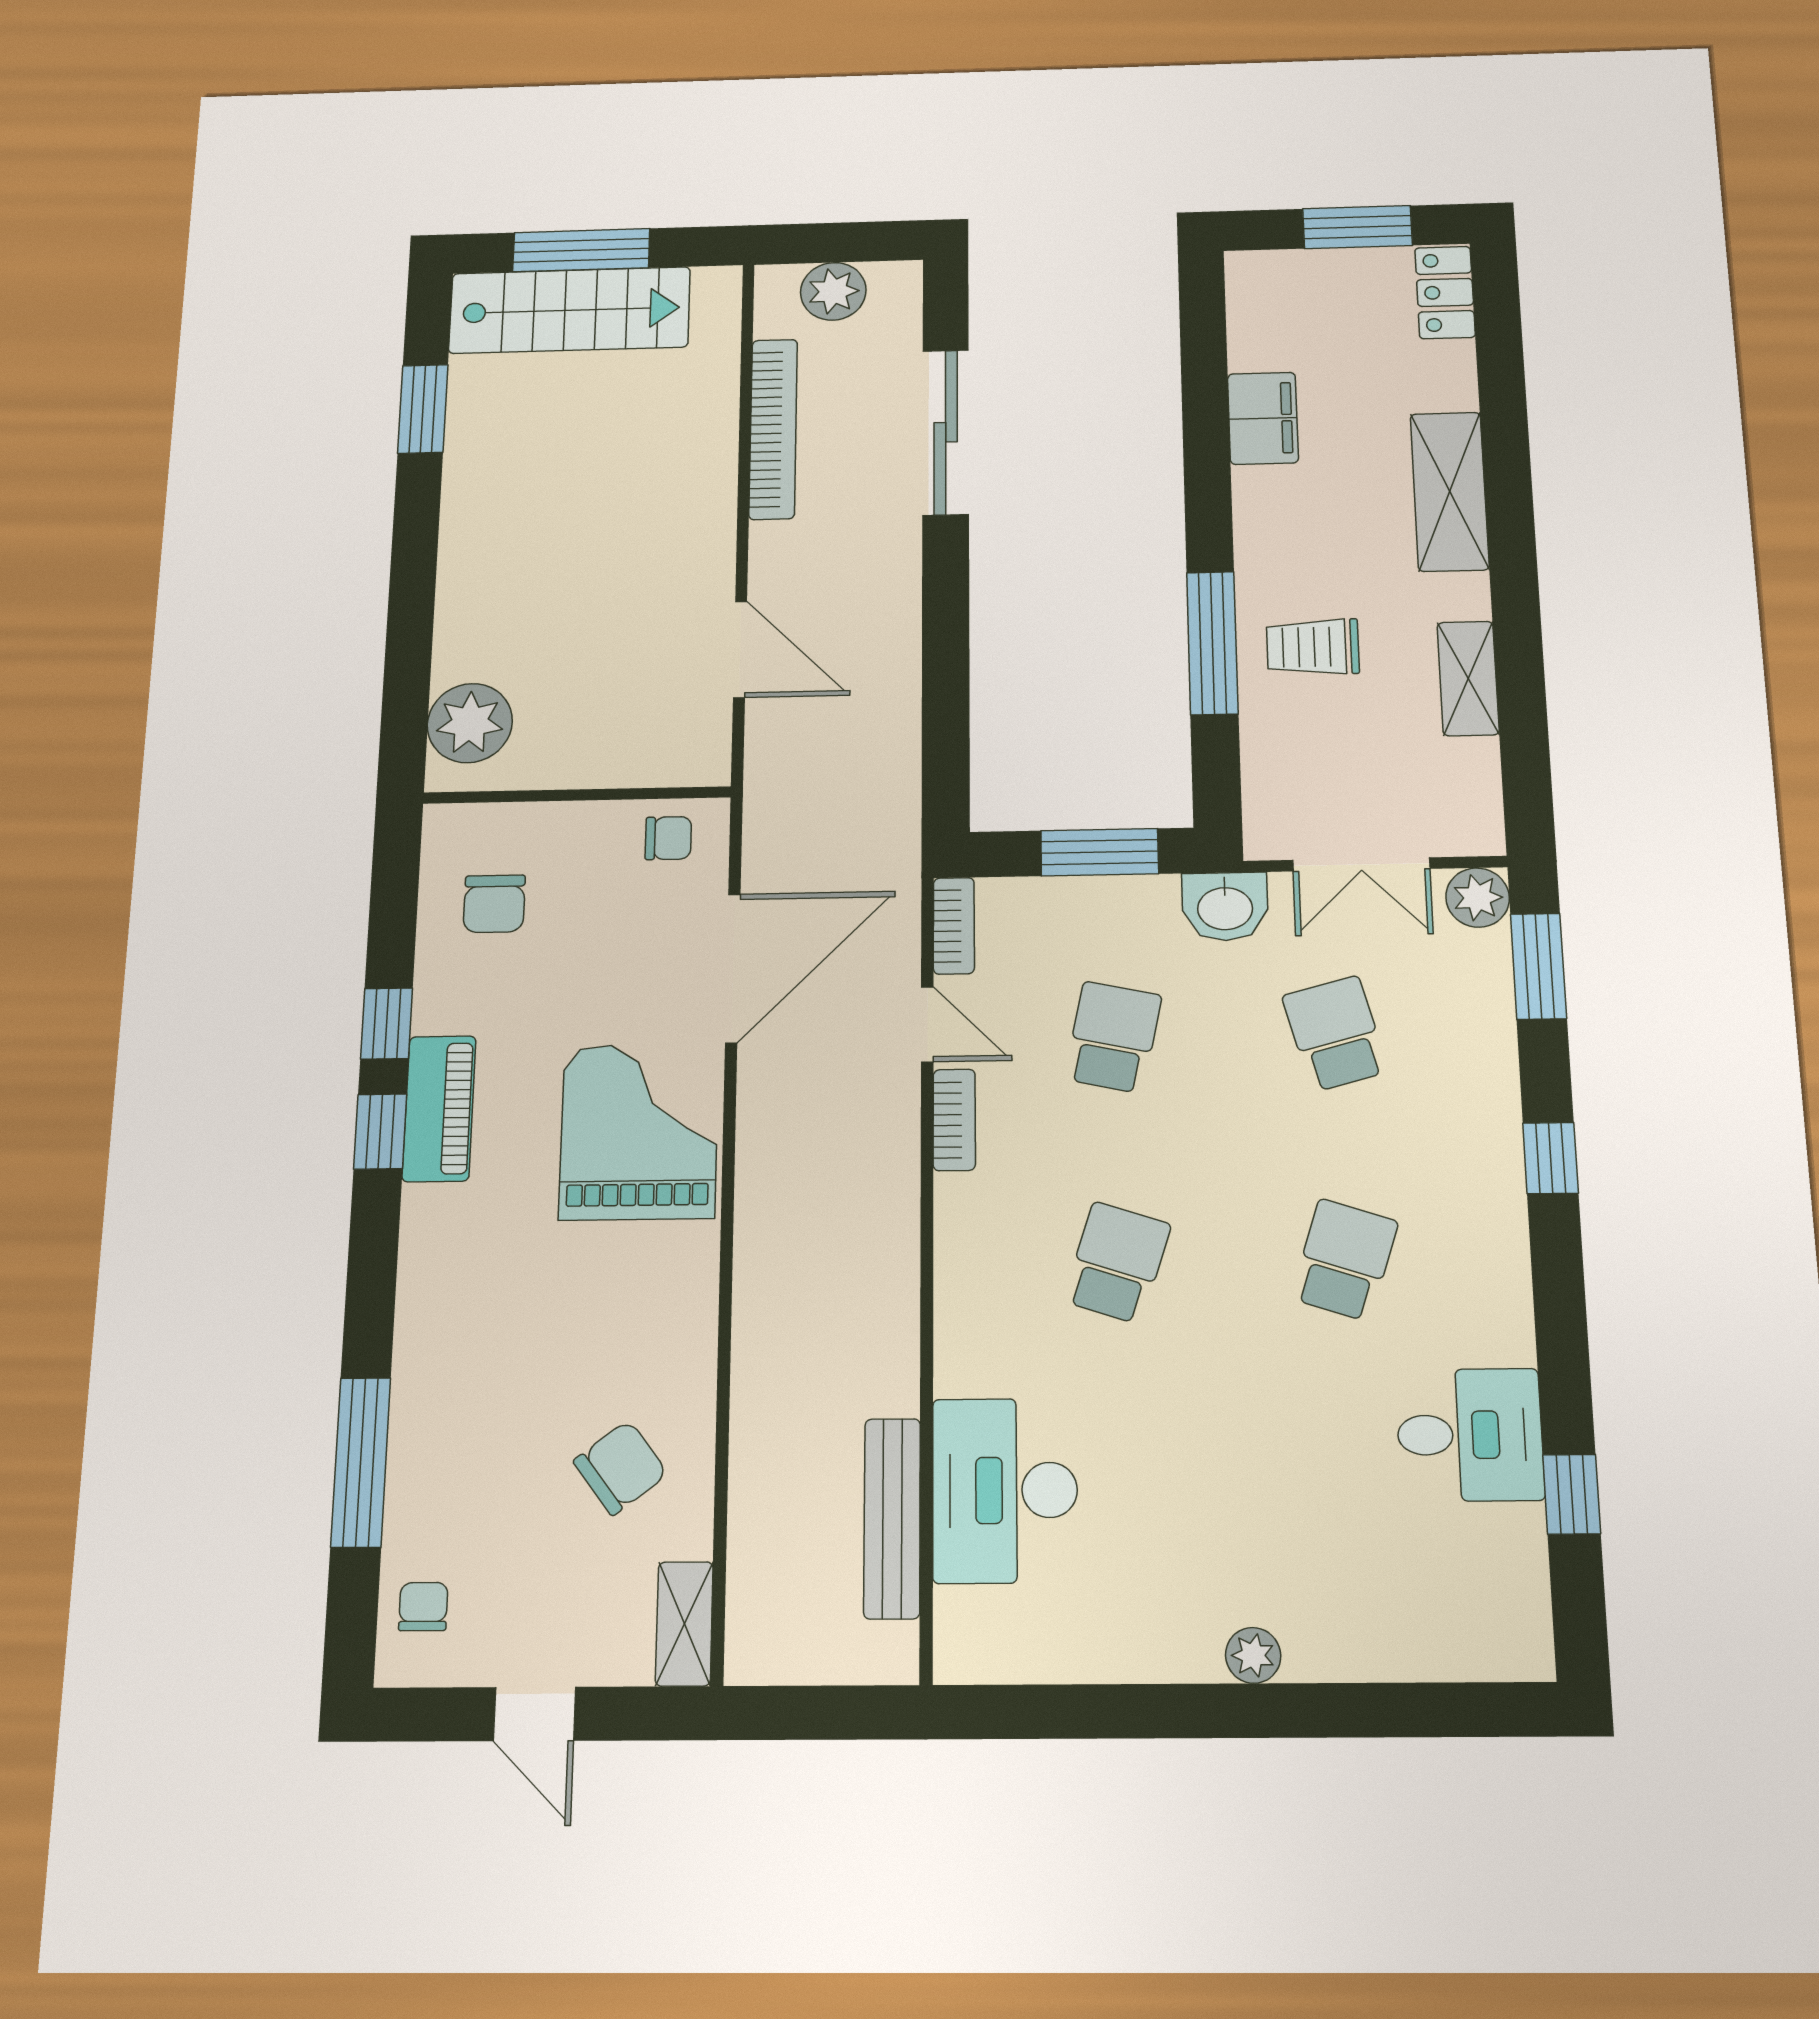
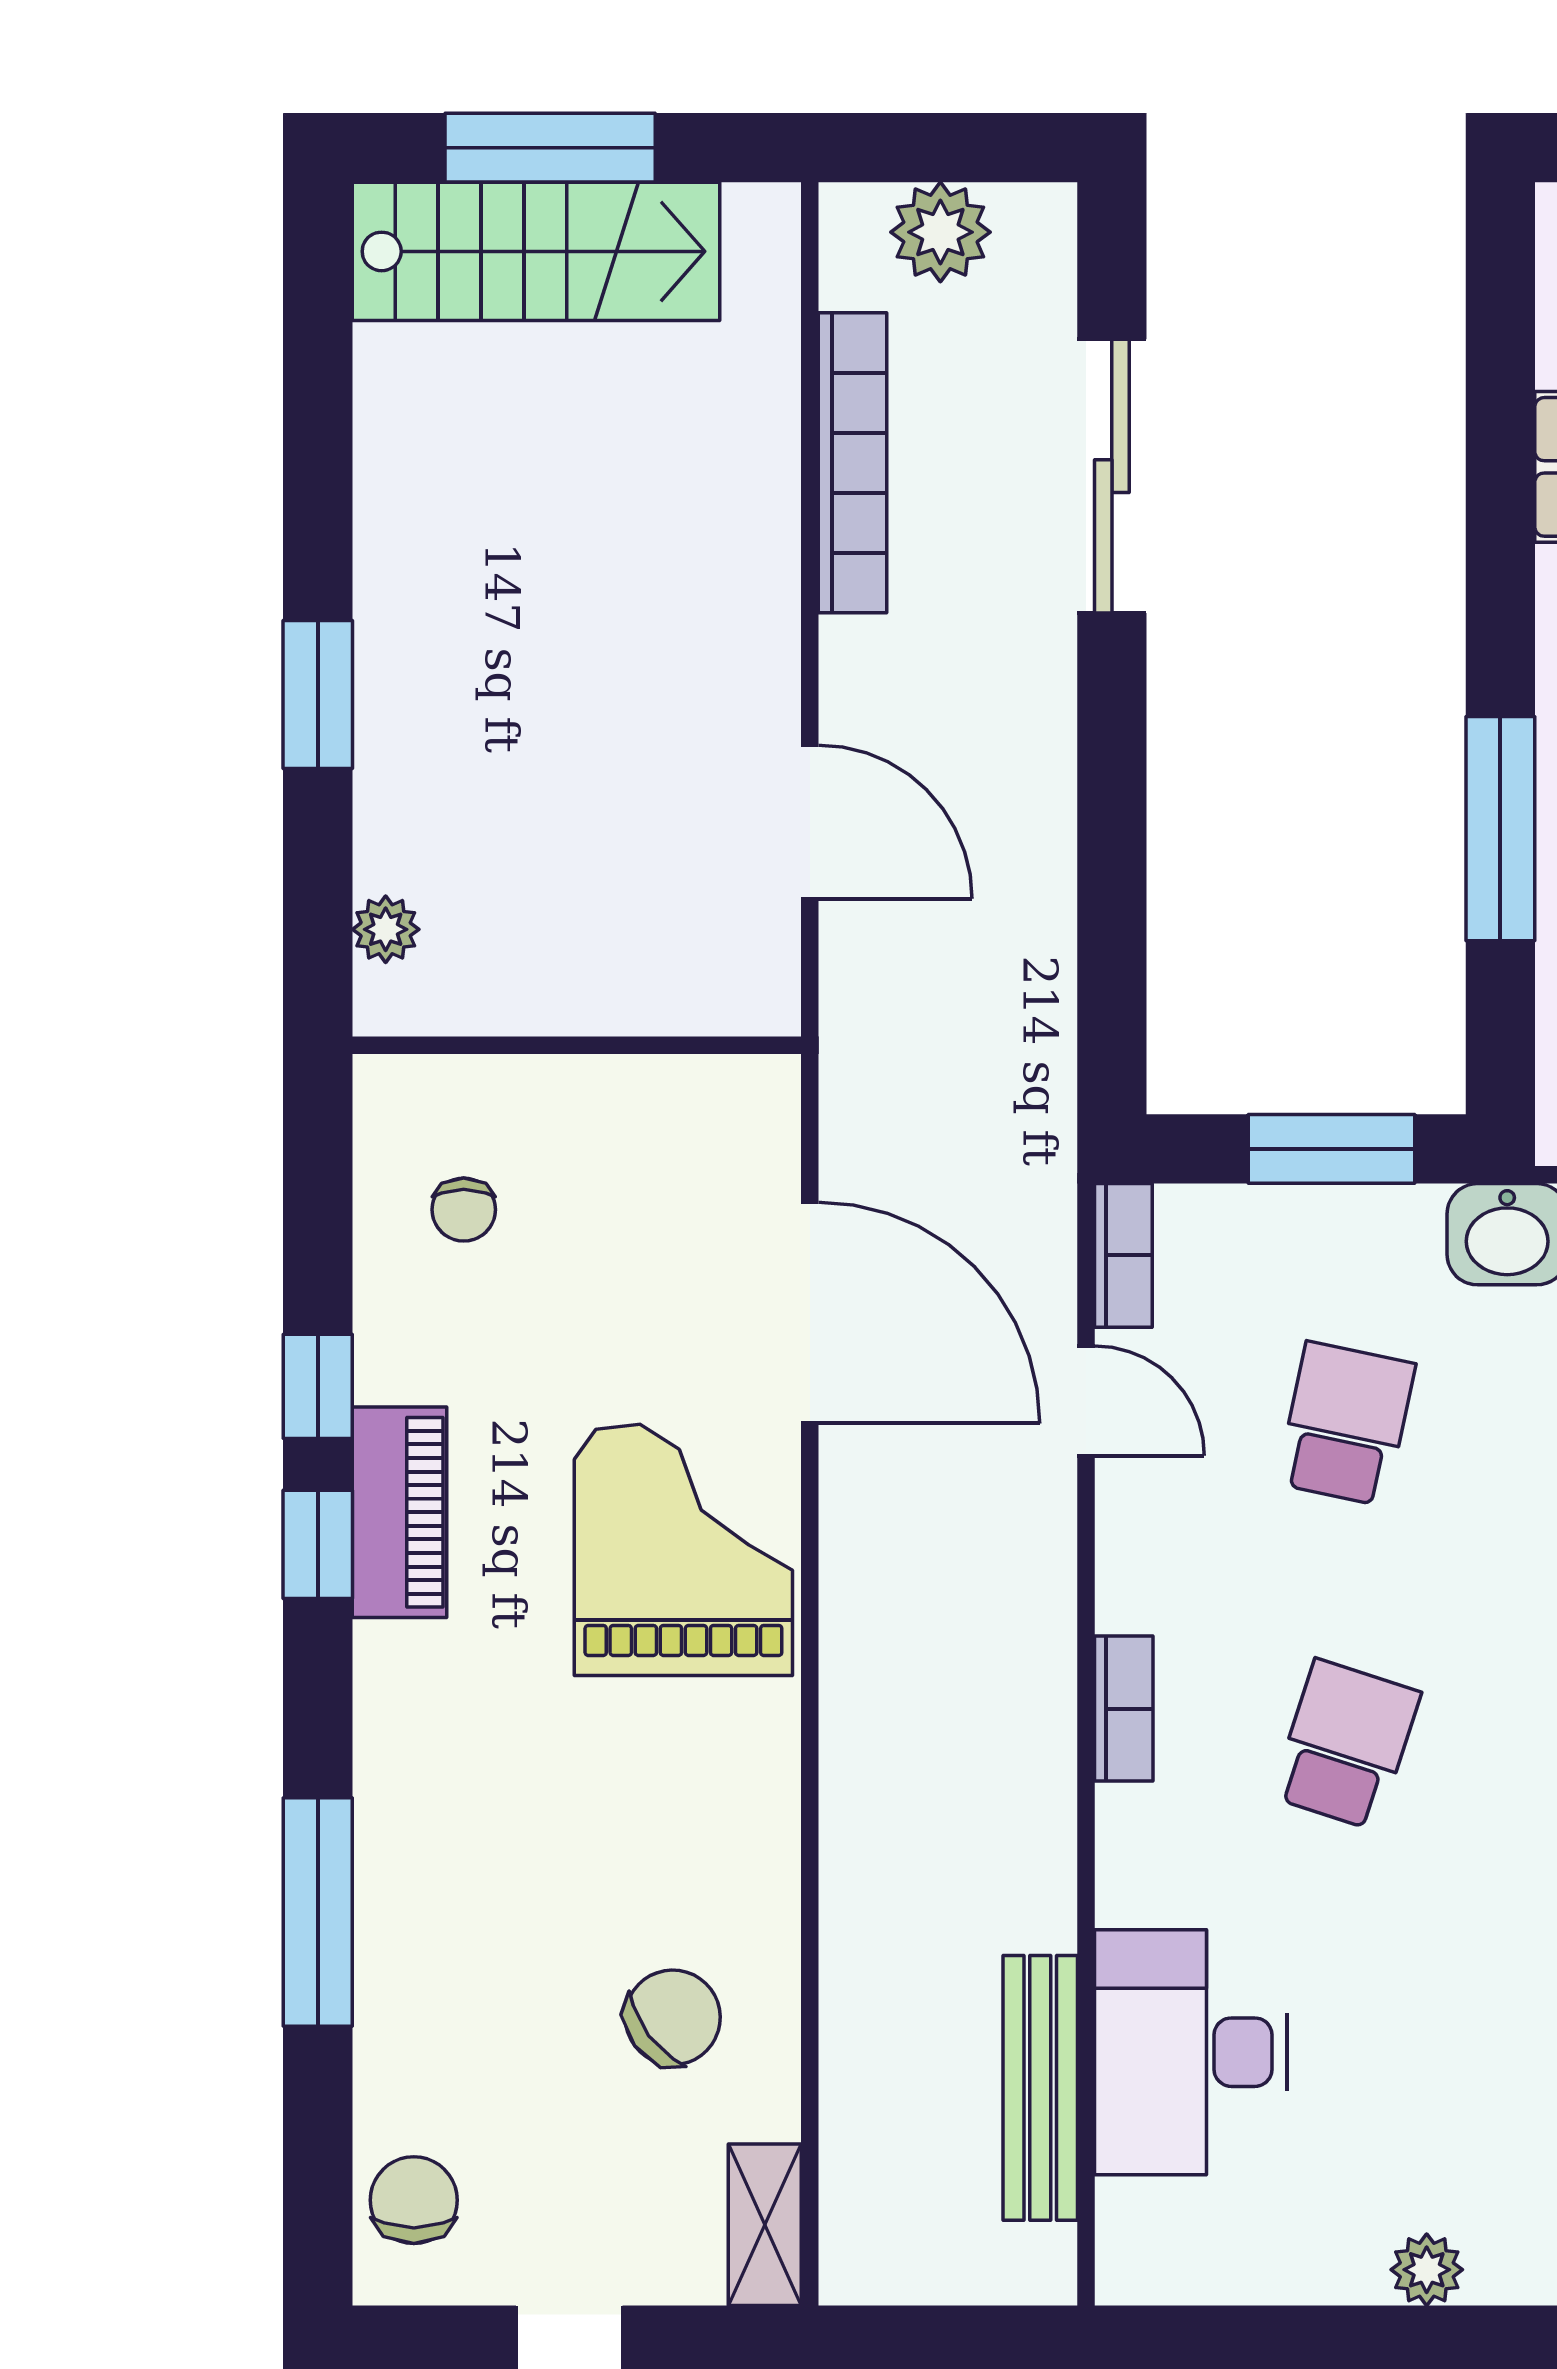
window: (423, 409) -> (318, 695), moved
plant: (470, 723) -> (386, 929), width x0.53, depth x0.53
chair: (668, 838) -> (712, 1115), removed
chair: (494, 904) -> (464, 1210), width x0.73, depth x0.73
door: (733, 968) -> (810, 1313), hinge flipped
bookcase: (954, 1120) -> (1124, 1709), moved
window: (361, 1462) -> (318, 1912), moved
chair: (423, 1607) -> (414, 2200), width x1.37, depth x1.37
plant: (1253, 1655) -> (1427, 2270), moved

